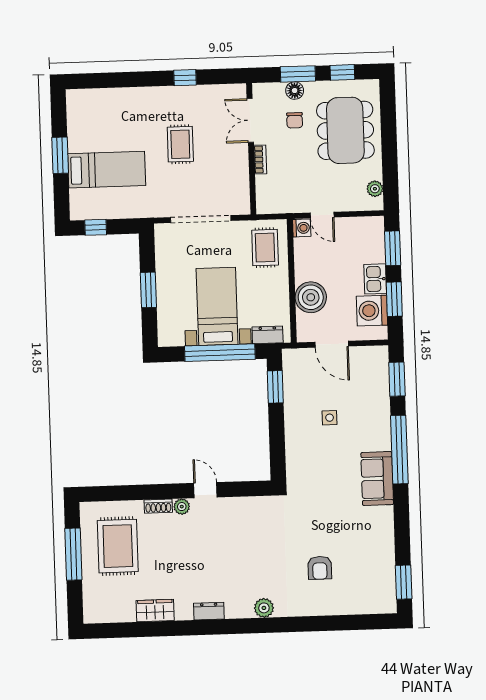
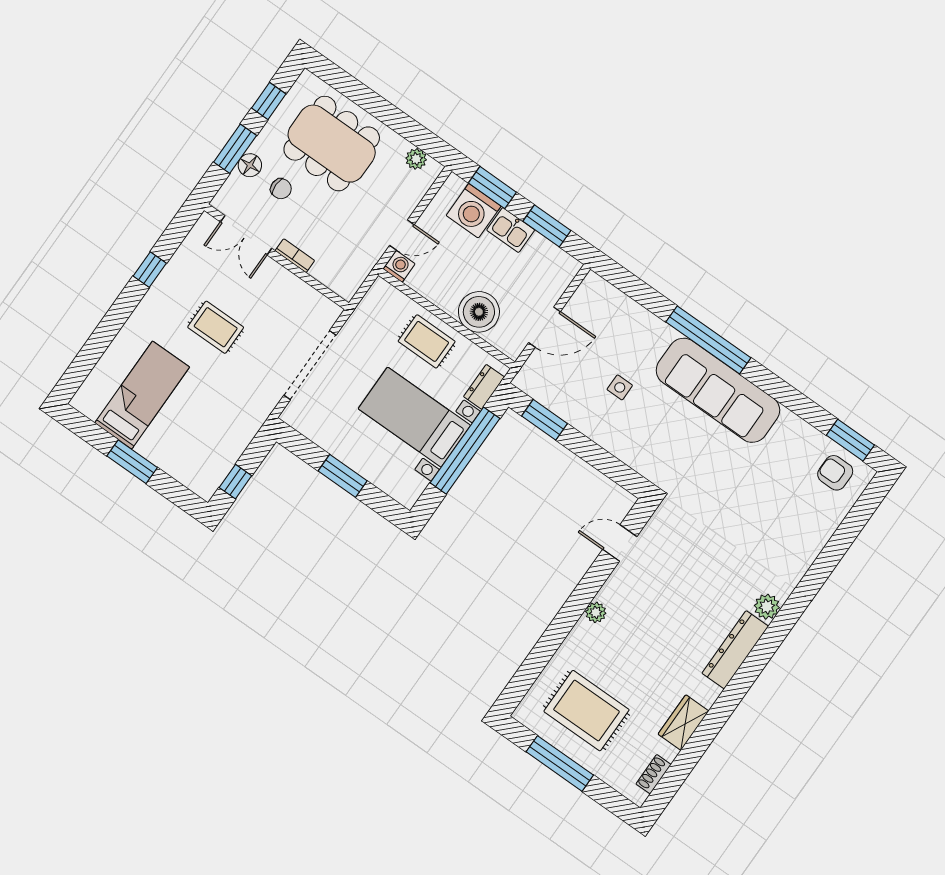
bed: (107, 170) -> (142, 395), moved
rug: (265, 248) -> (427, 341), moved
washing machine: (372, 311) -> (474, 211), moved
window: (397, 379) -> (633, 287), removed
sofa: (377, 479) -> (718, 390), width x1.85, depth x1.27
door: (205, 490) -> (620, 543), moved
shoe rack: (158, 506) -> (654, 774), moved, turned 180
armchair: (320, 568) -> (835, 473), moved, turned 180
dresser: (209, 611) -> (735, 650), width x1.96, depth x1.24

